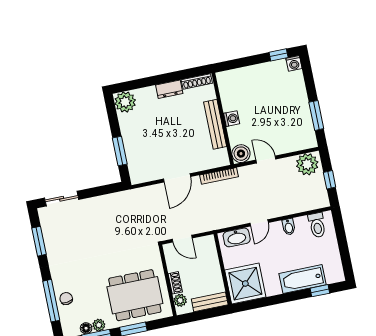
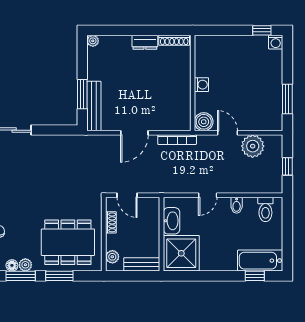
plant: (125, 102) -> (93, 41), width x0.53, depth x0.53
bench: (215, 124) -> (94, 106), moved
plant: (307, 164) -> (253, 146), moved
washbasin: (237, 237) -> (171, 221), moved, turned -90
bathtub: (302, 279) -> (260, 261), moved
shoe rack: (175, 283) -> (111, 222), moved

